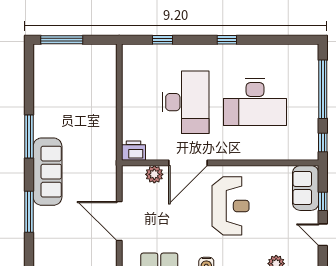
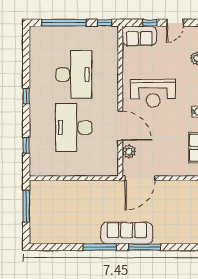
window: (62, 40) -> (26, 206), moved
desk: (185, 102) -> (74, 128), turned -90
printer: (134, 151) -> (111, 167), removed
reception desk: (231, 206) -> (153, 93), turned 180
window: (29, 212) -> (145, 247), moved
door: (119, 221) -> (140, 178), moved

